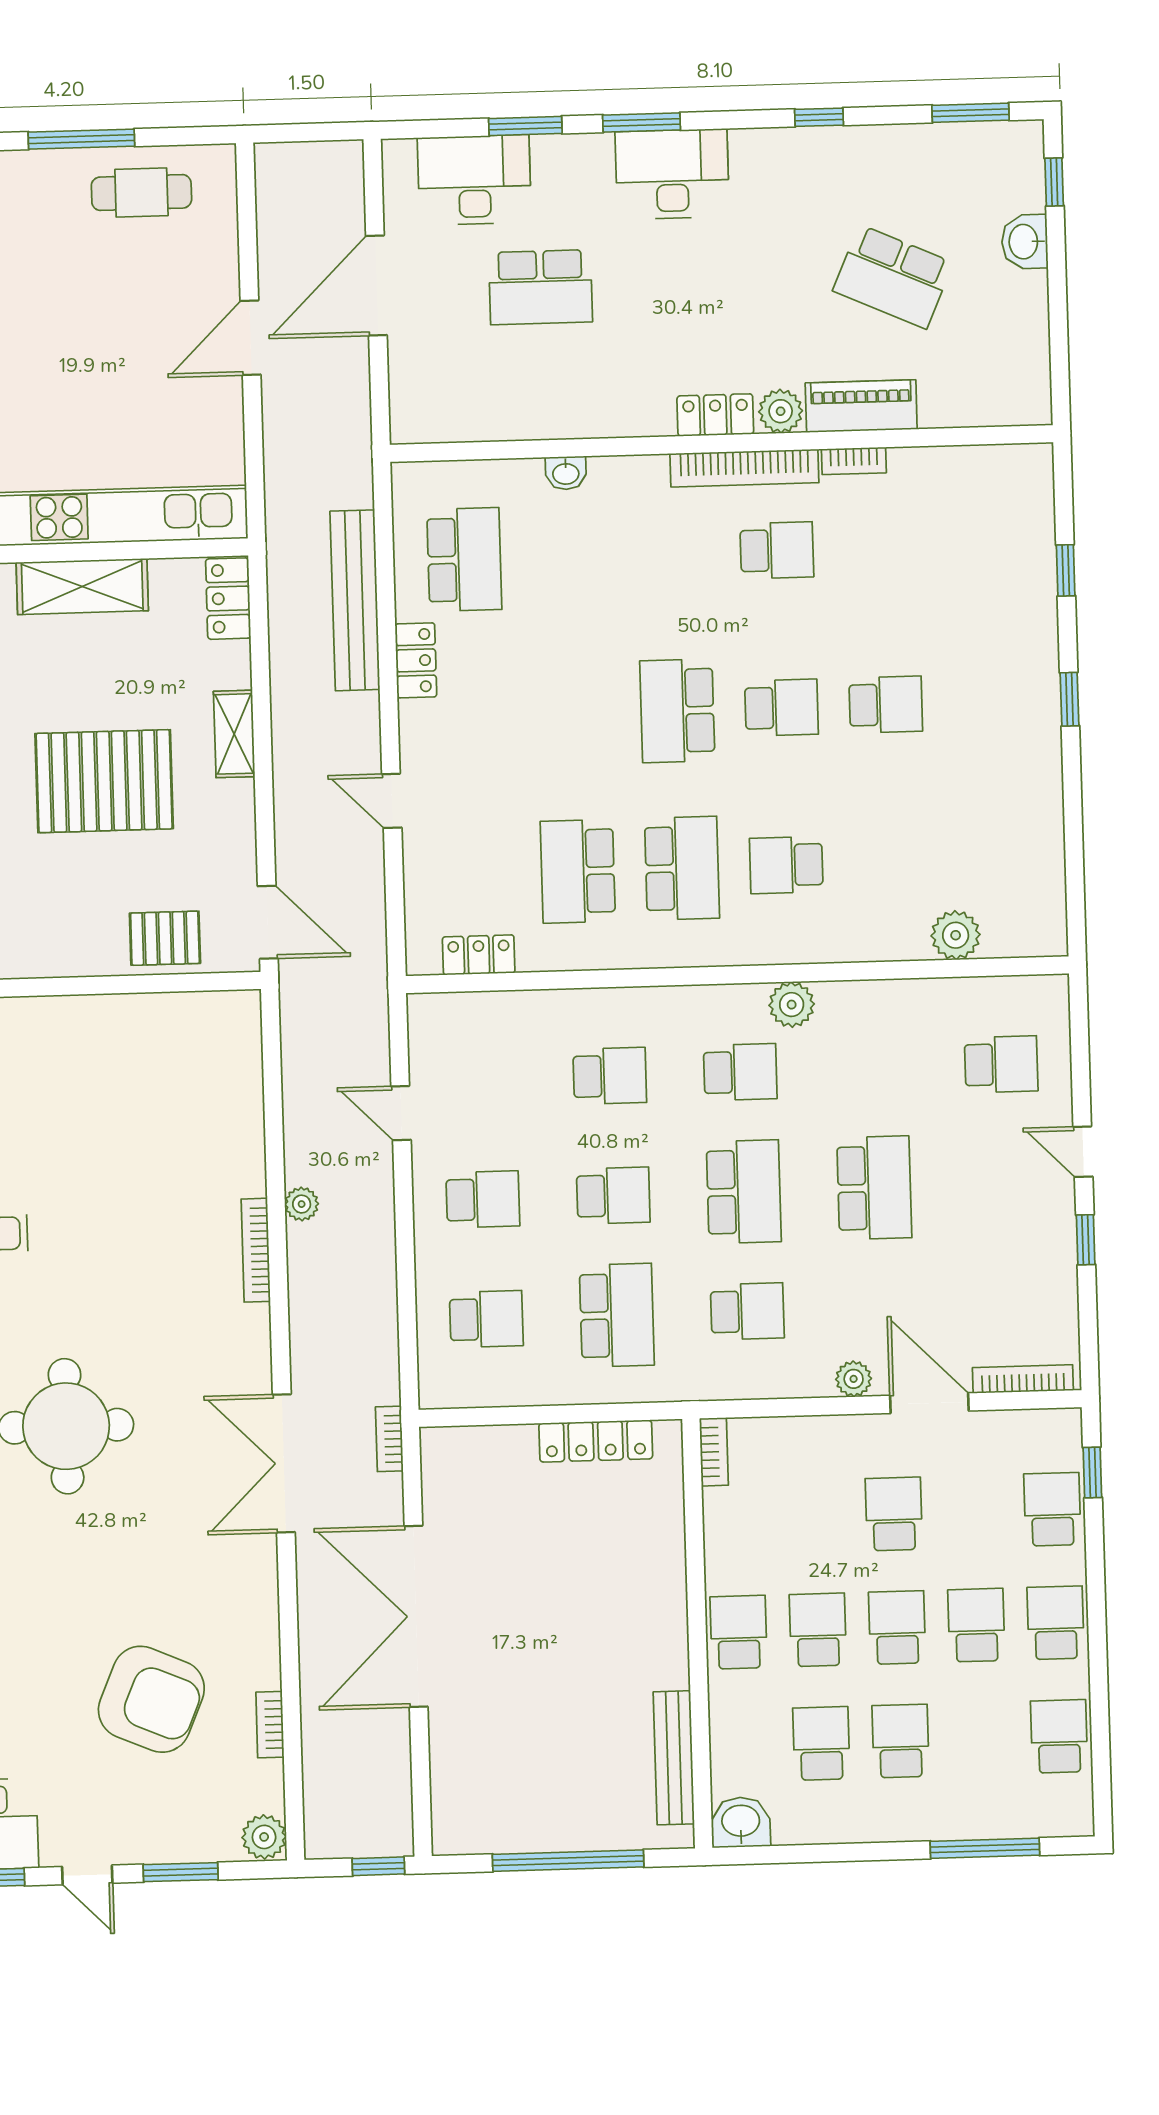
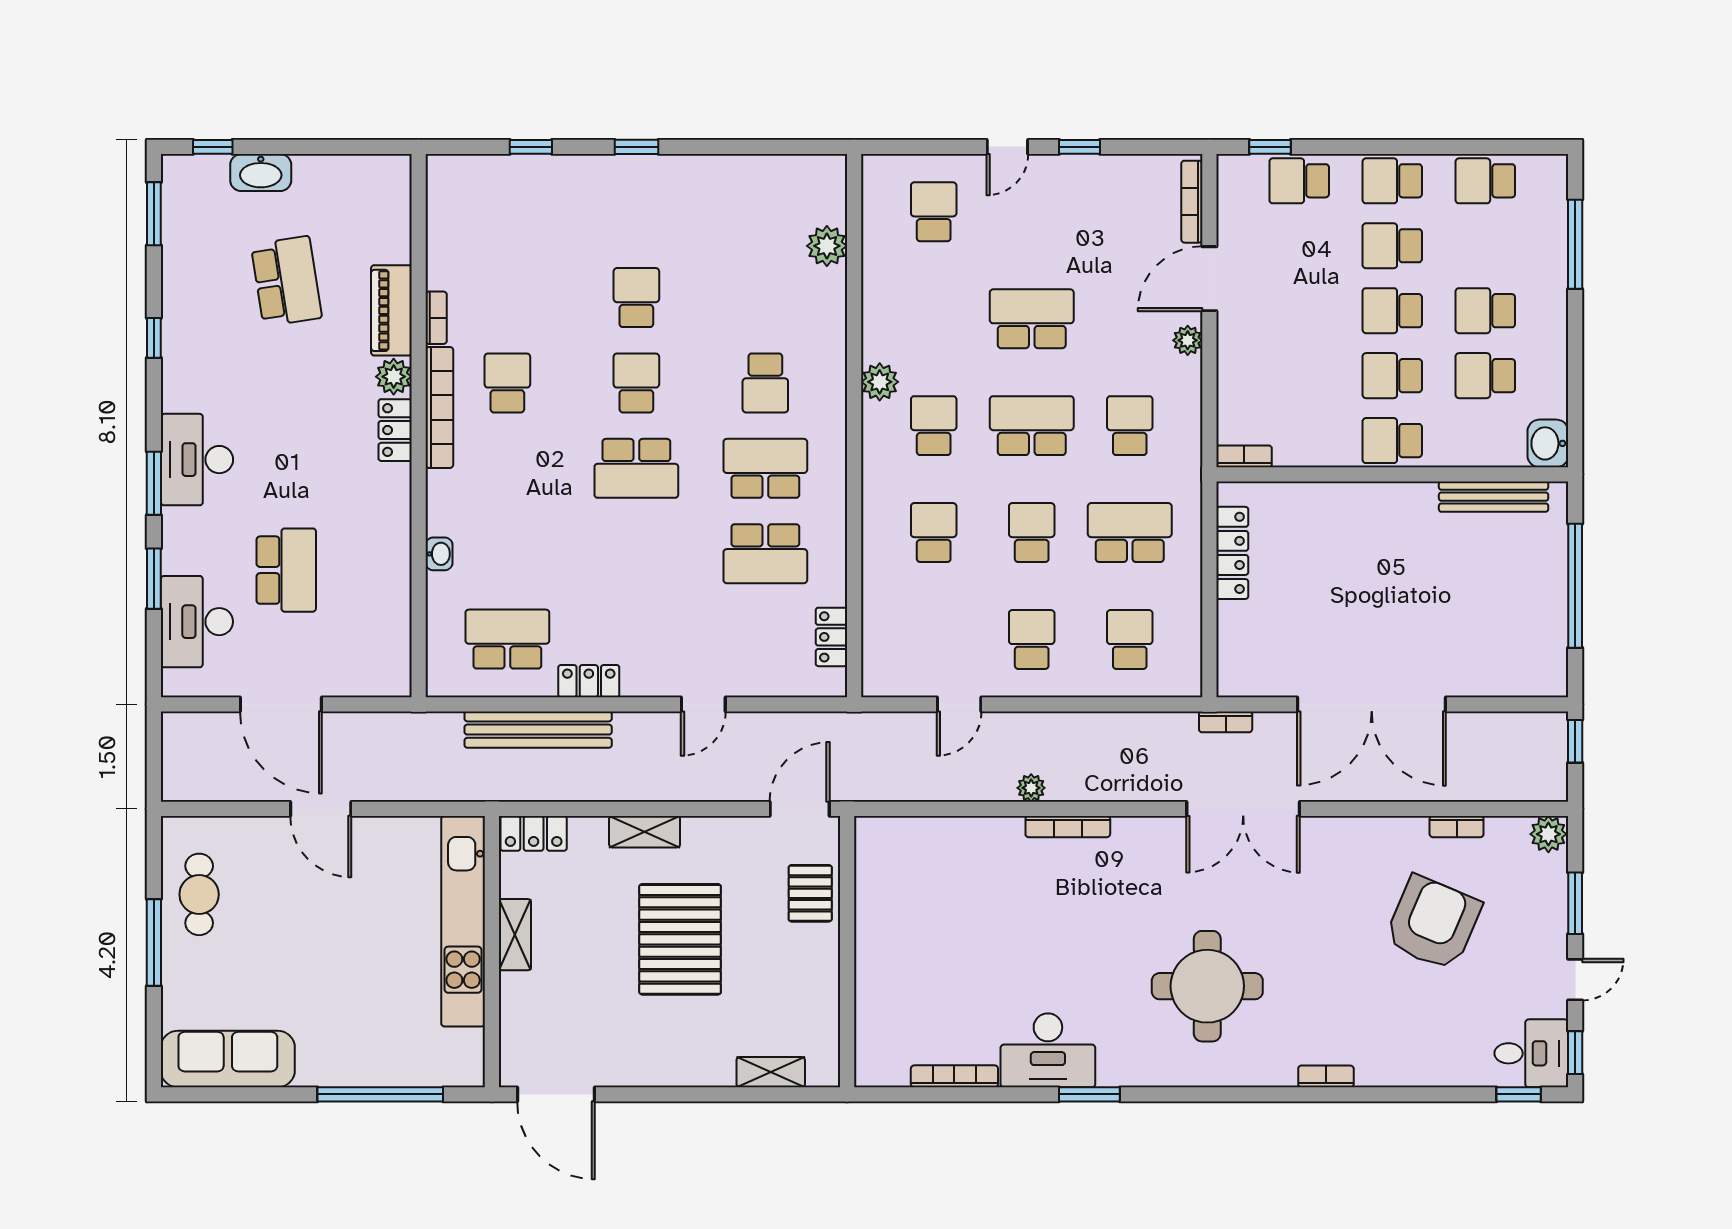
washbasin: (1025, 242) -> (261, 173), width x1.38
school desk: (893, 277) -> (286, 281), turned -33
shelving: (82, 587) -> (515, 935), width x0.67, depth x0.75
school desk: (894, 1514) -> (1299, 311), removed

